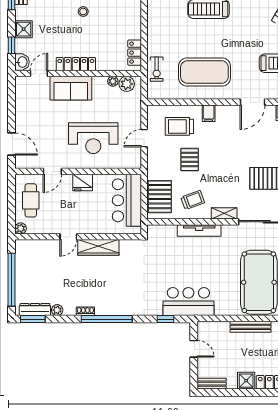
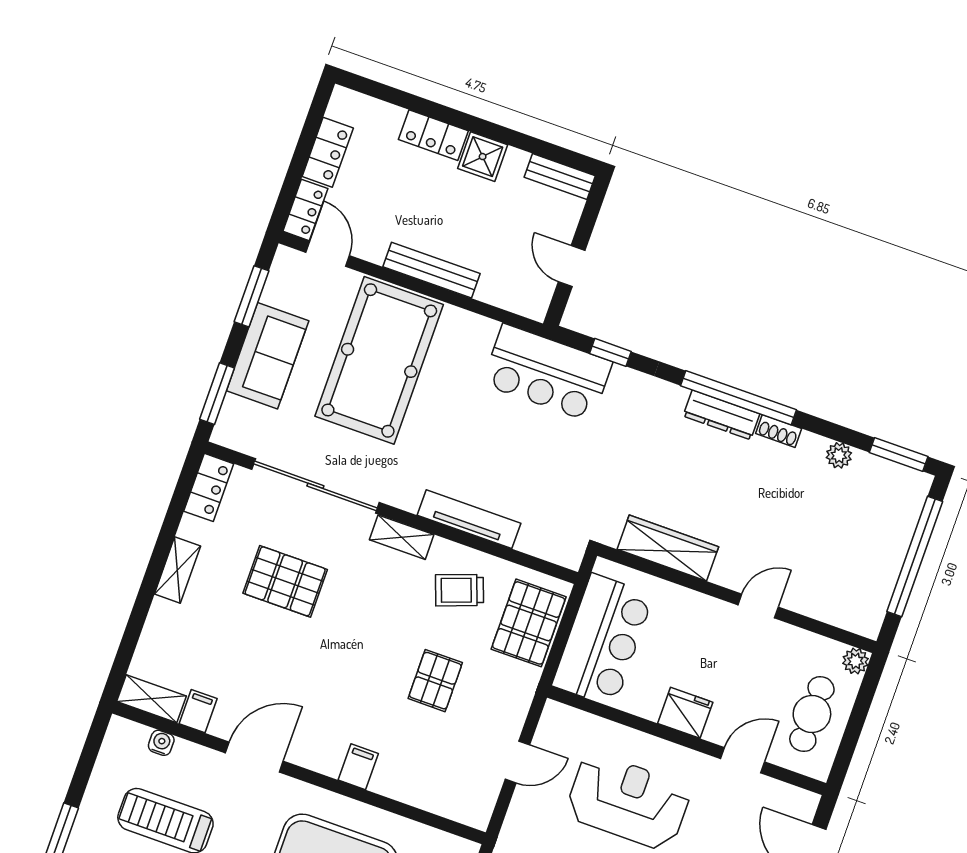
trolley: (179, 126) -> (432, 761), removed
wardrobe: (98, 247) -> (668, 548), moved
dresser: (35, 310) -> (721, 415), moved

